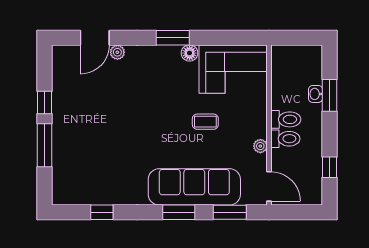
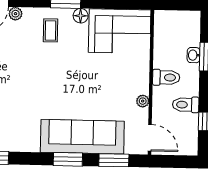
coffee table: (205, 122) -> (50, 30), moved, turned 90
toilet: (285, 139) -> (186, 105), moved, turned 180

